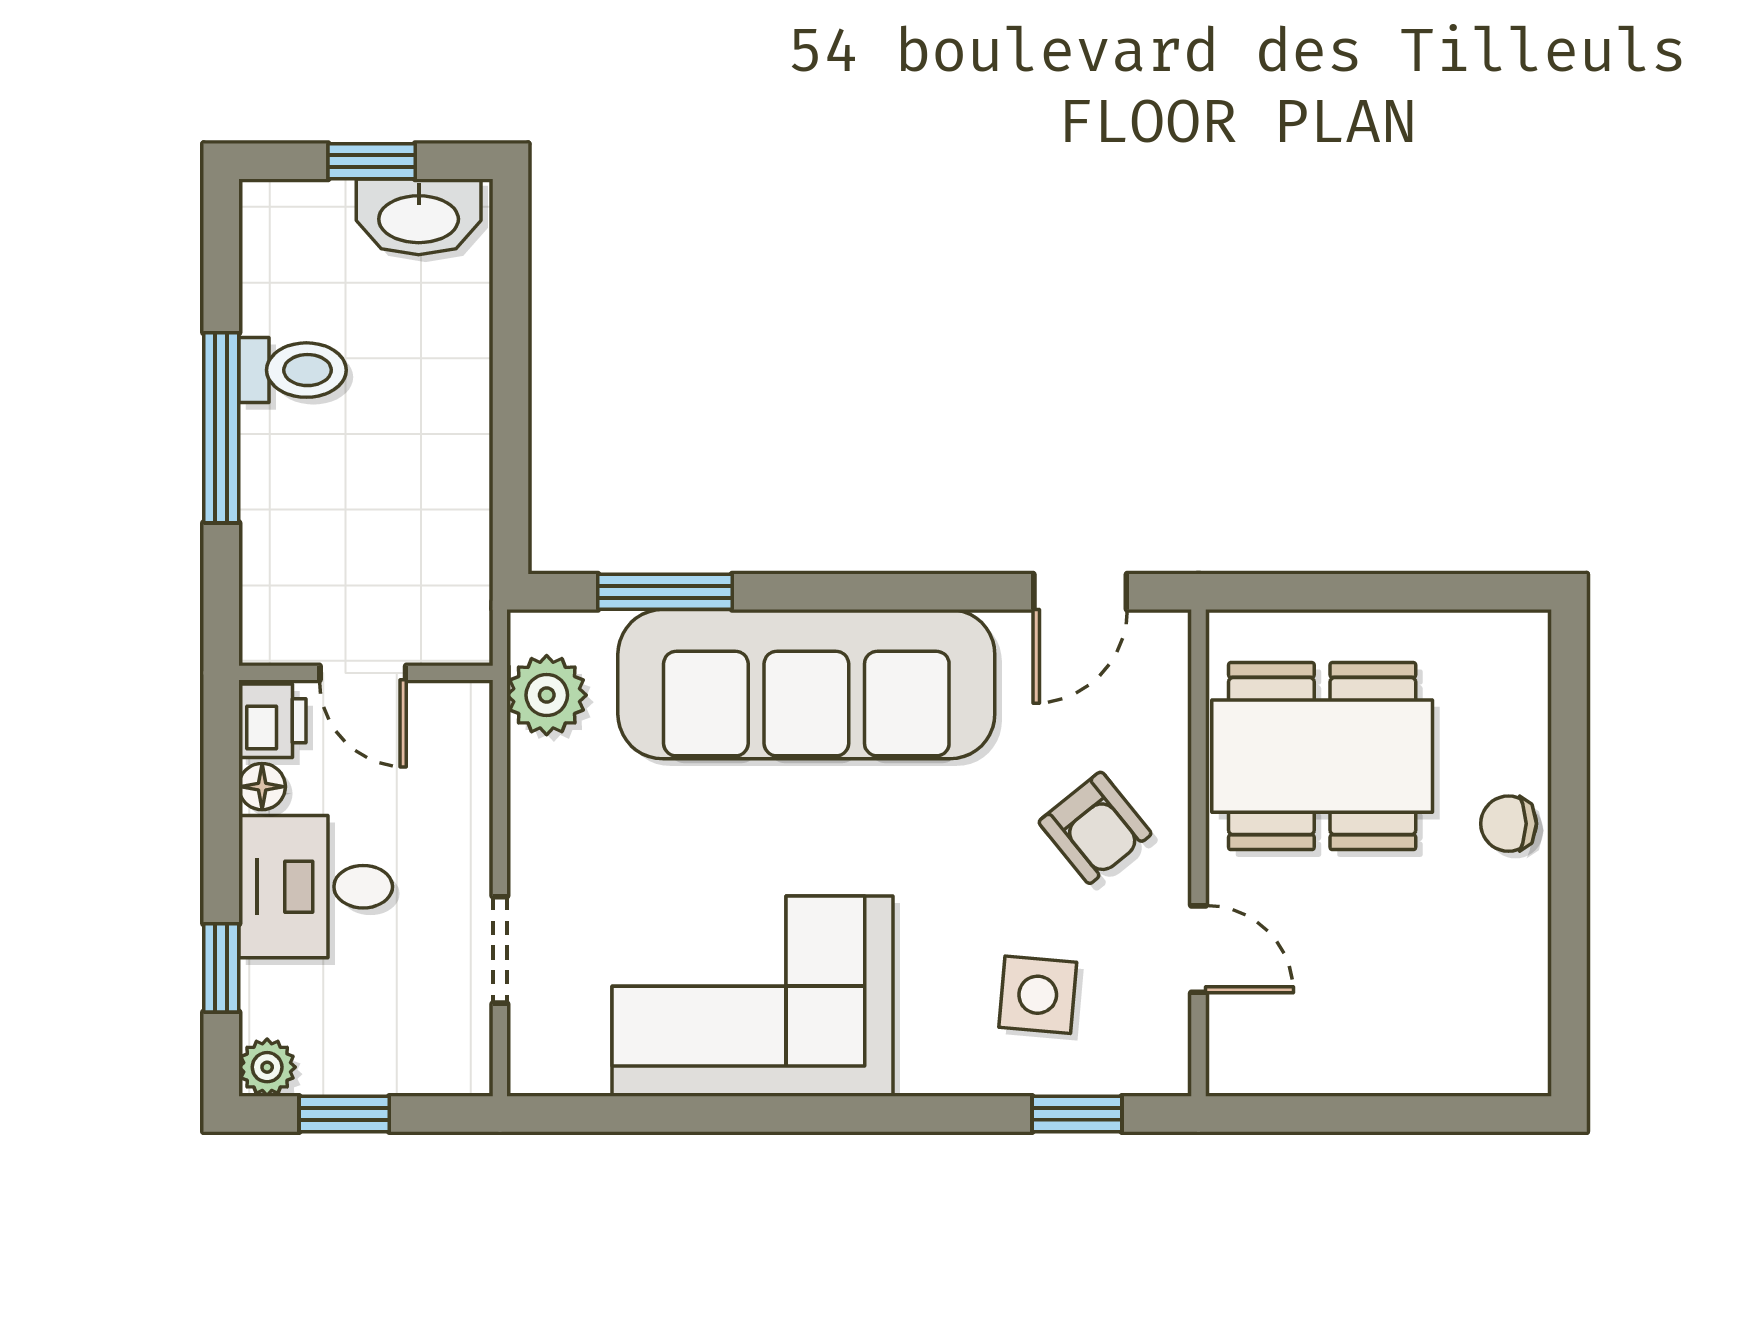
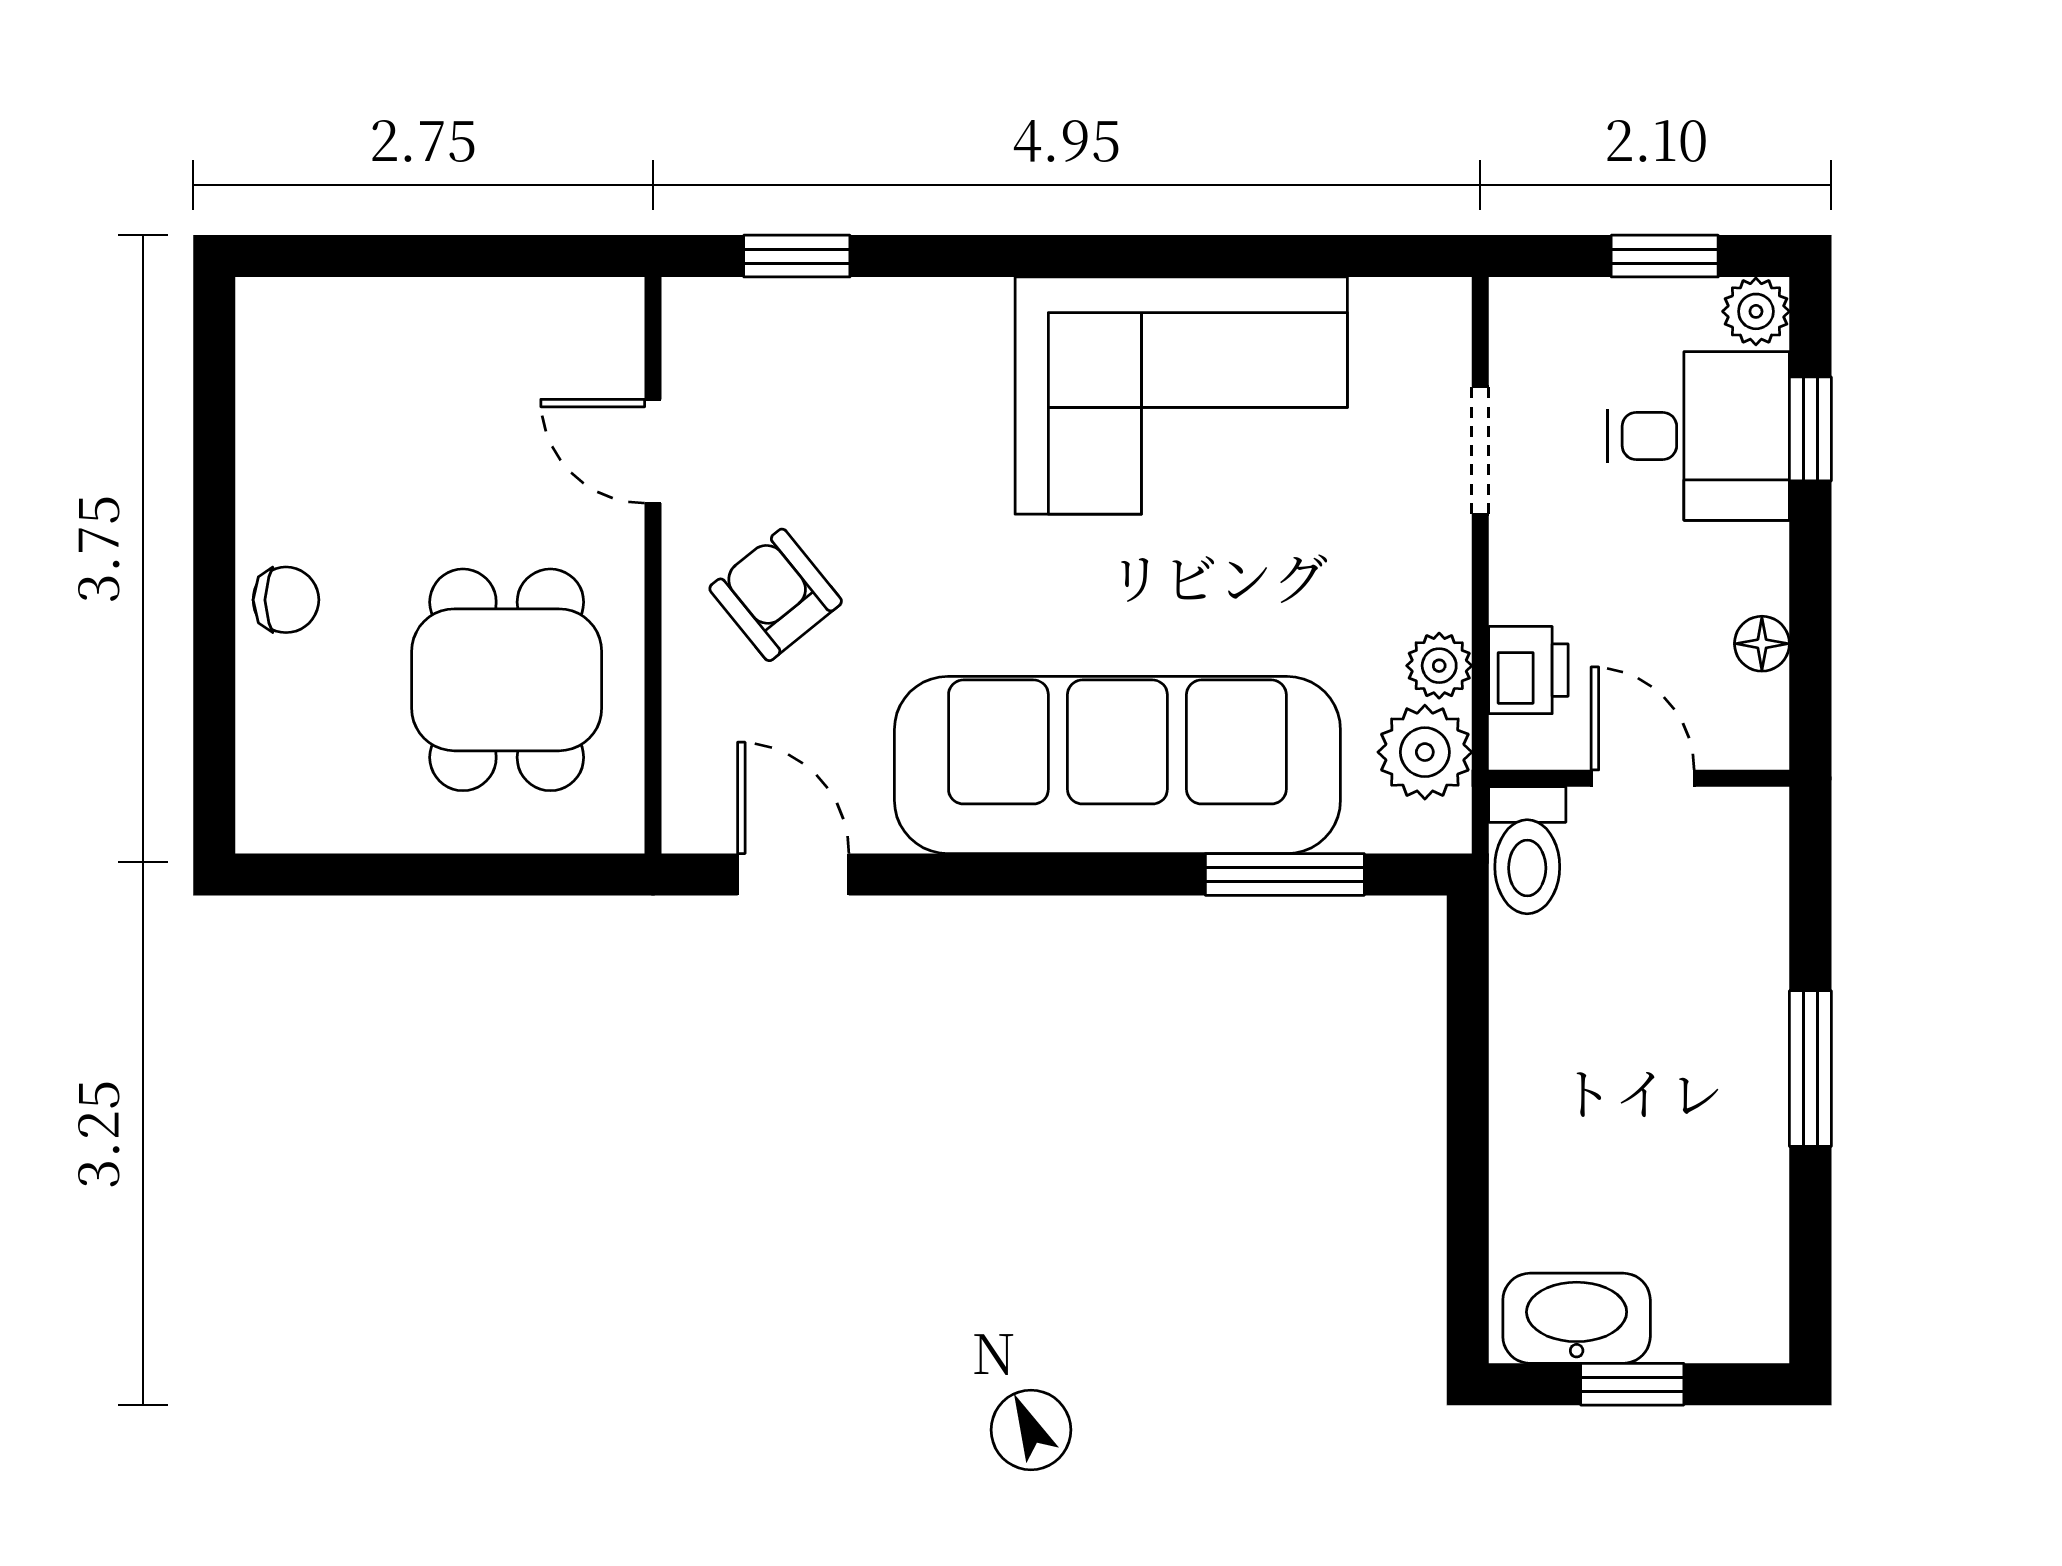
toilet: (292, 370) -> (1527, 850), moved, turned -90
window: (221, 428) -> (1810, 1069), width x0.69
door: (1080, 592) -> (793, 874), hinge flipped
printer: (272, 721) -> (1528, 670), moved, turned 180
dining table: (1322, 756) -> (507, 680), width x0.73
plant: (535, 768) -> (1439, 666), added
desk: (316, 887) -> (1699, 436), moved
side table: (1038, 995) -> (843, 397), removed

